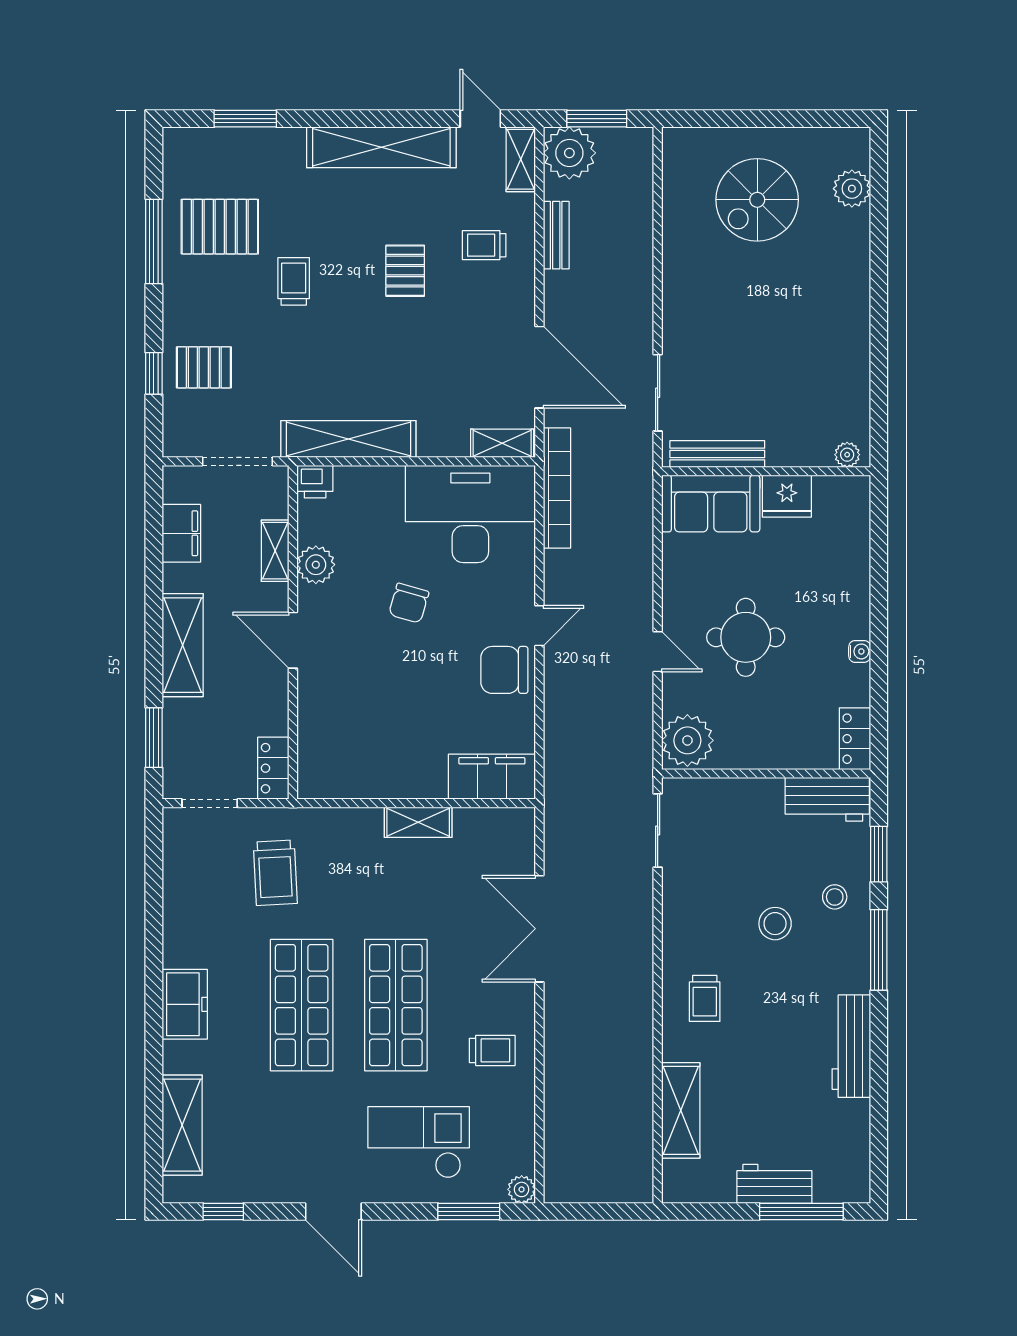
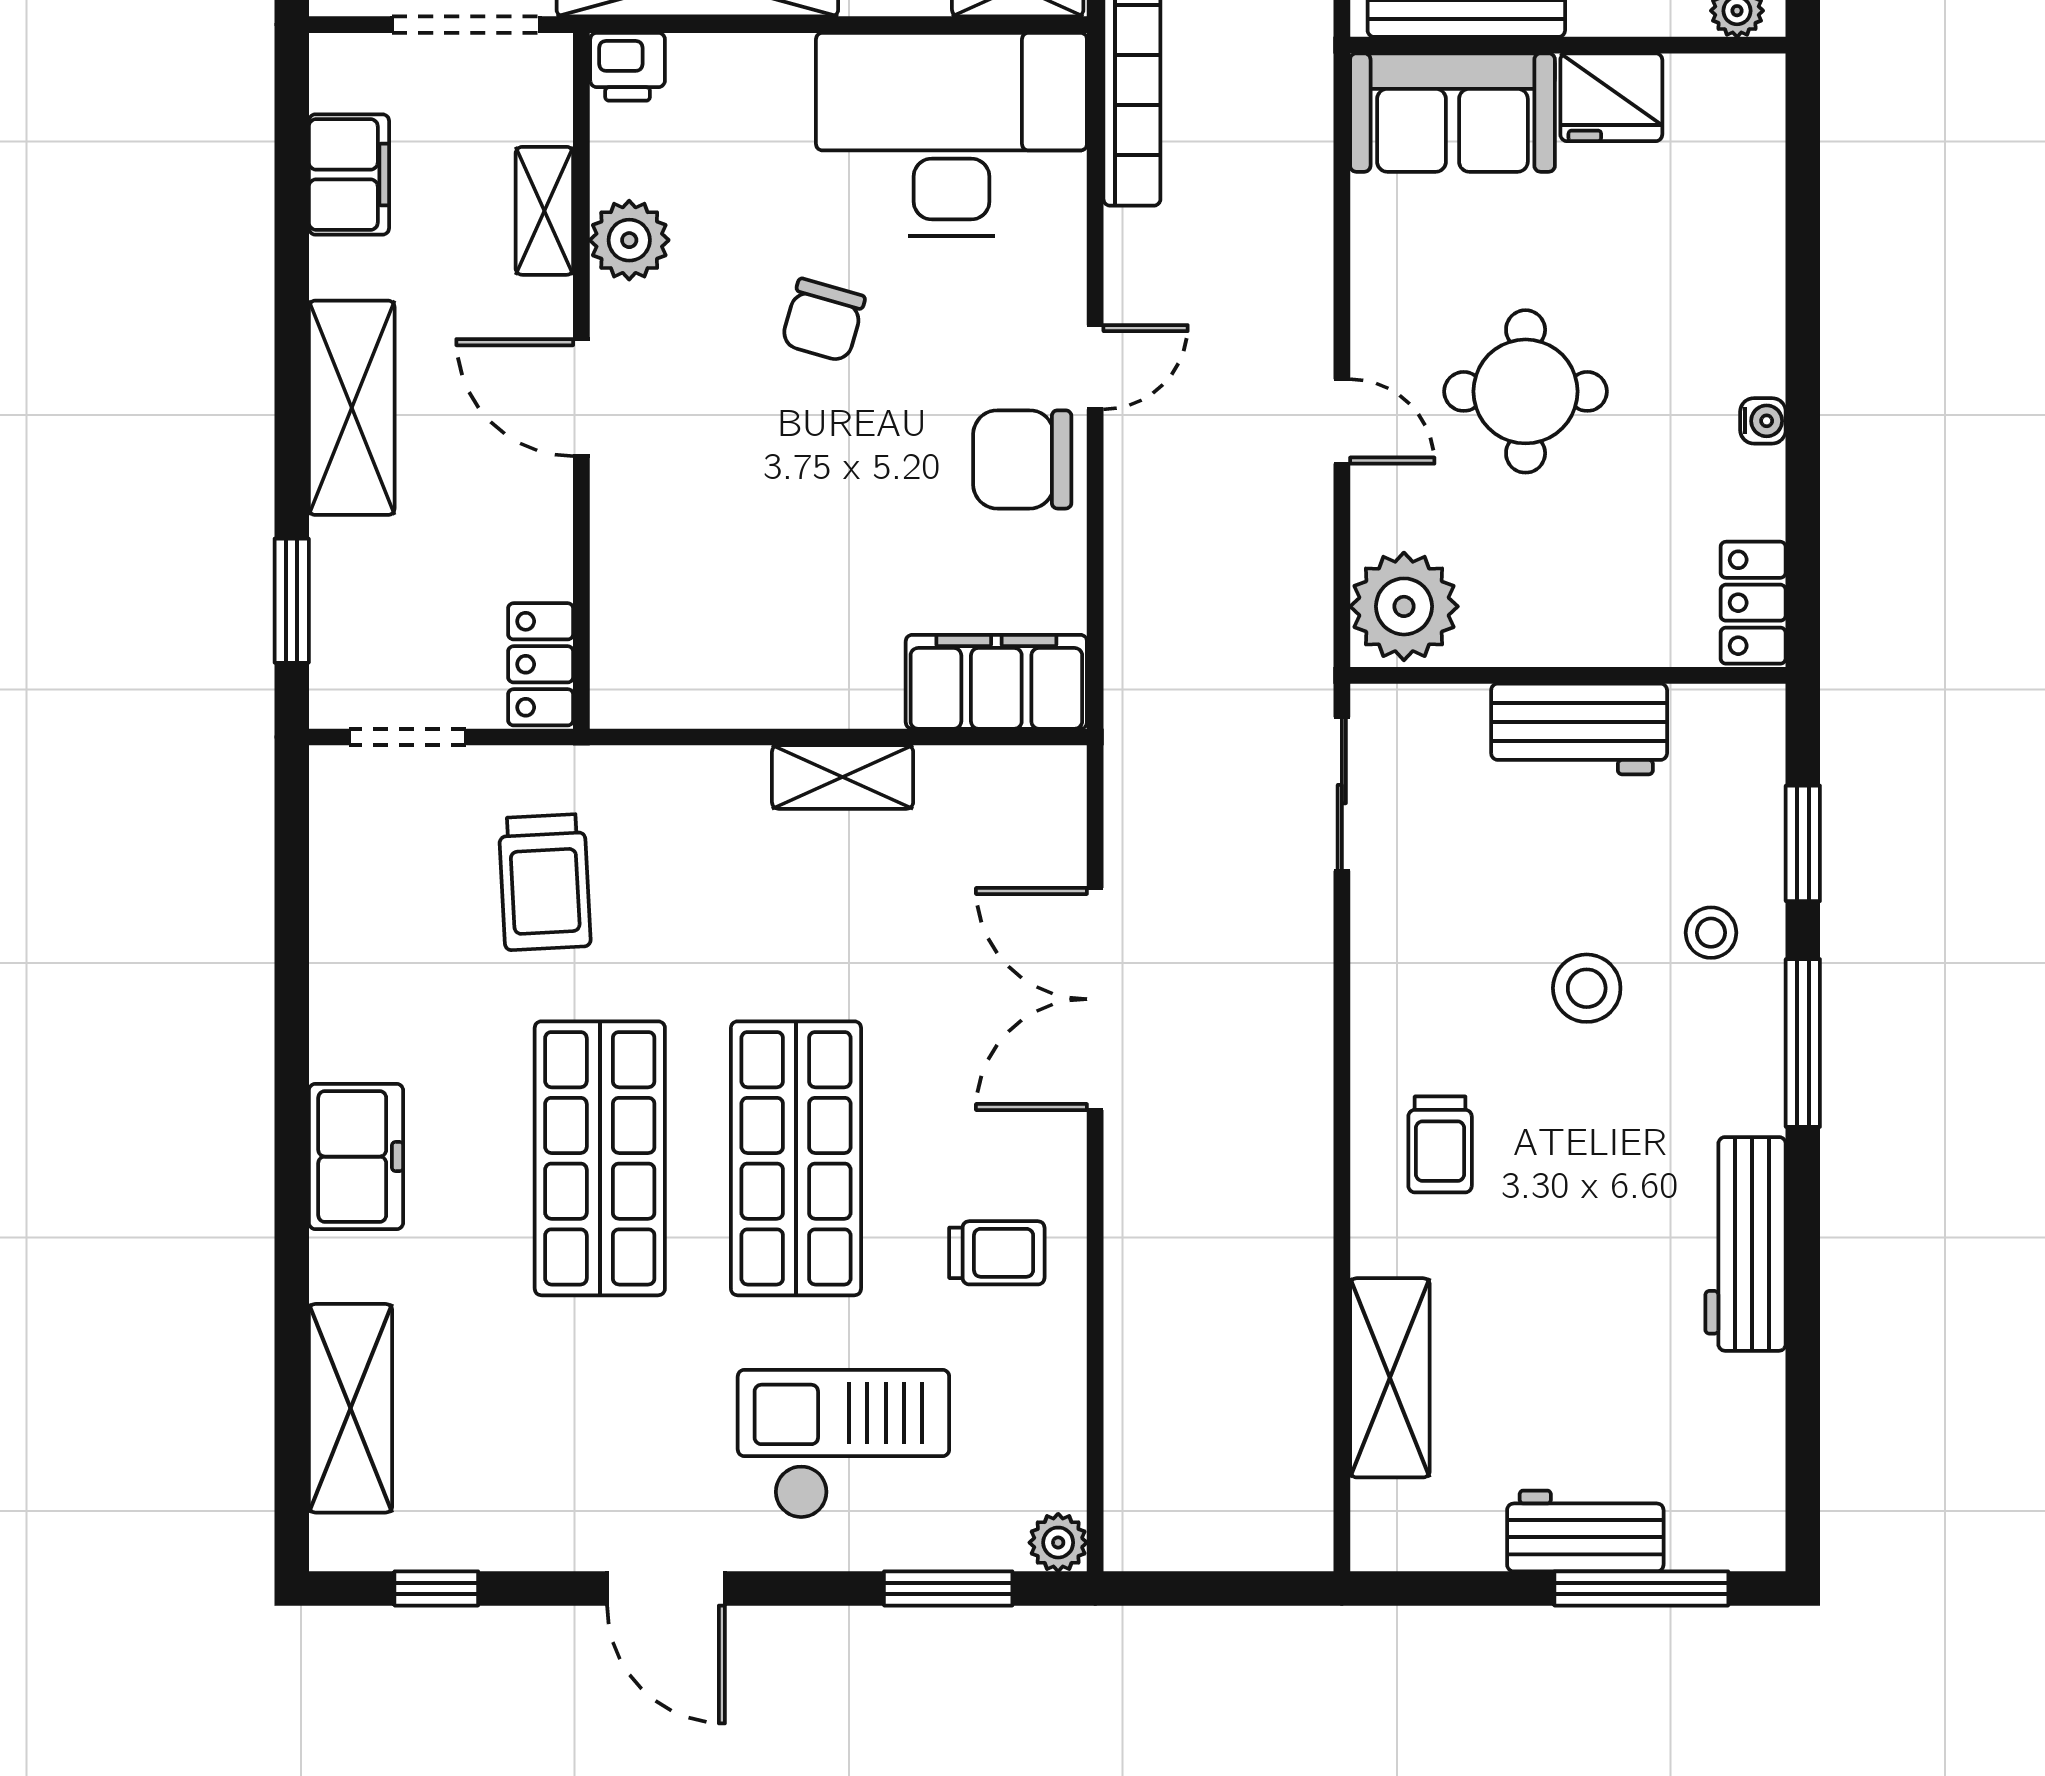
workbench: (827, 799) -> (1579, 729), moved

